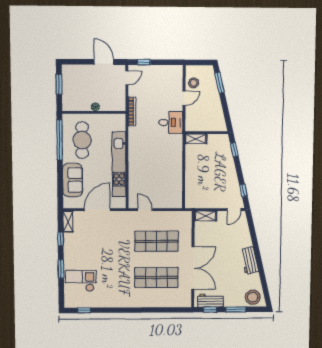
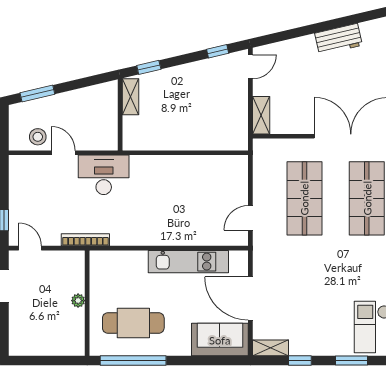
window: (59, 84) -> (41, 360), removed
desk: (171, 123) -> (104, 175), width x1.37
shelving: (196, 139) -> (131, 97), moved
kitchen unit: (119, 164) -> (188, 262), width x0.73
sofa: (73, 180) -> (220, 340), moved
door: (234, 210) -> (250, 67), hinge flipped

